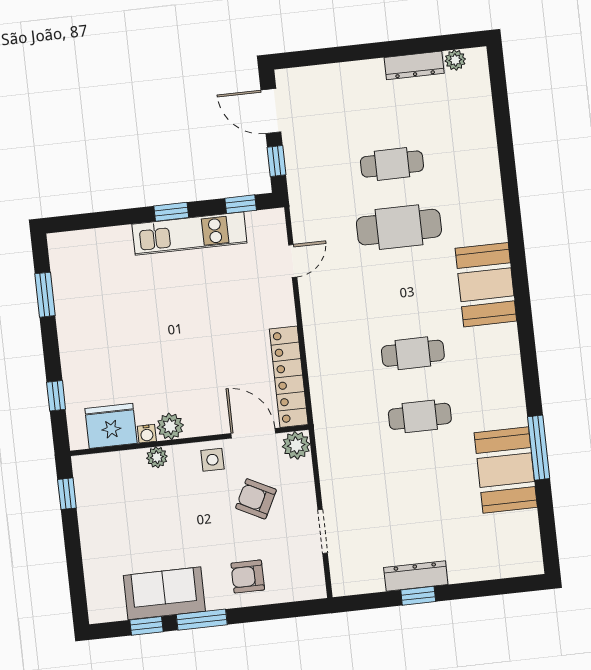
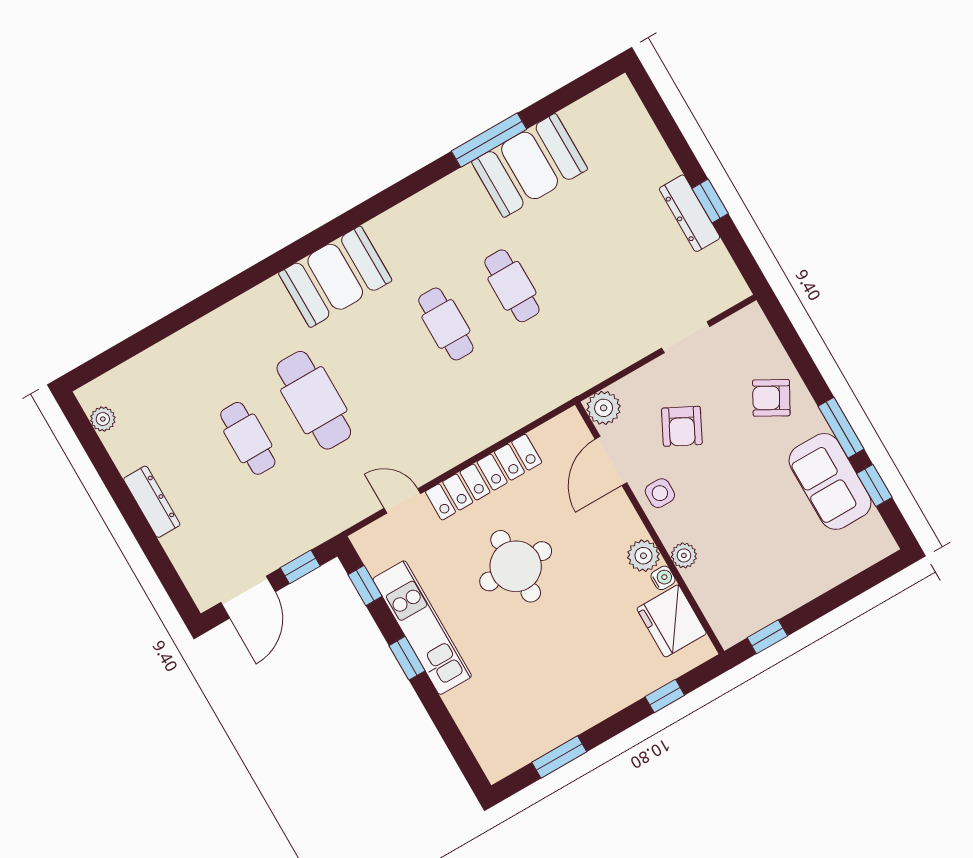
dresser: (414, 65) -> (152, 502), moved
round table: (205, 325) -> (516, 566), added
locker: (289, 377) -> (484, 477), moved
armchair: (248, 577) -> (771, 398), turned 119

